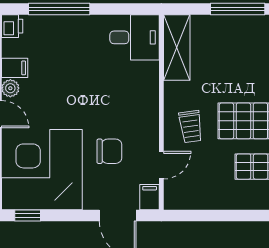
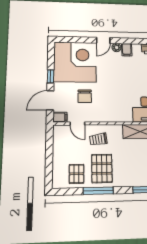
window: (28, 215) -> (51, 76), moved

